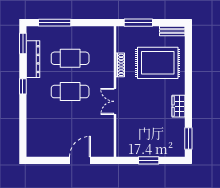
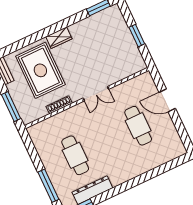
window: (23, 86) -> (123, 188), removed
cafe table: (70, 92) -> (138, 126), moved
wardrobe: (179, 106) -> (59, 38), moved

